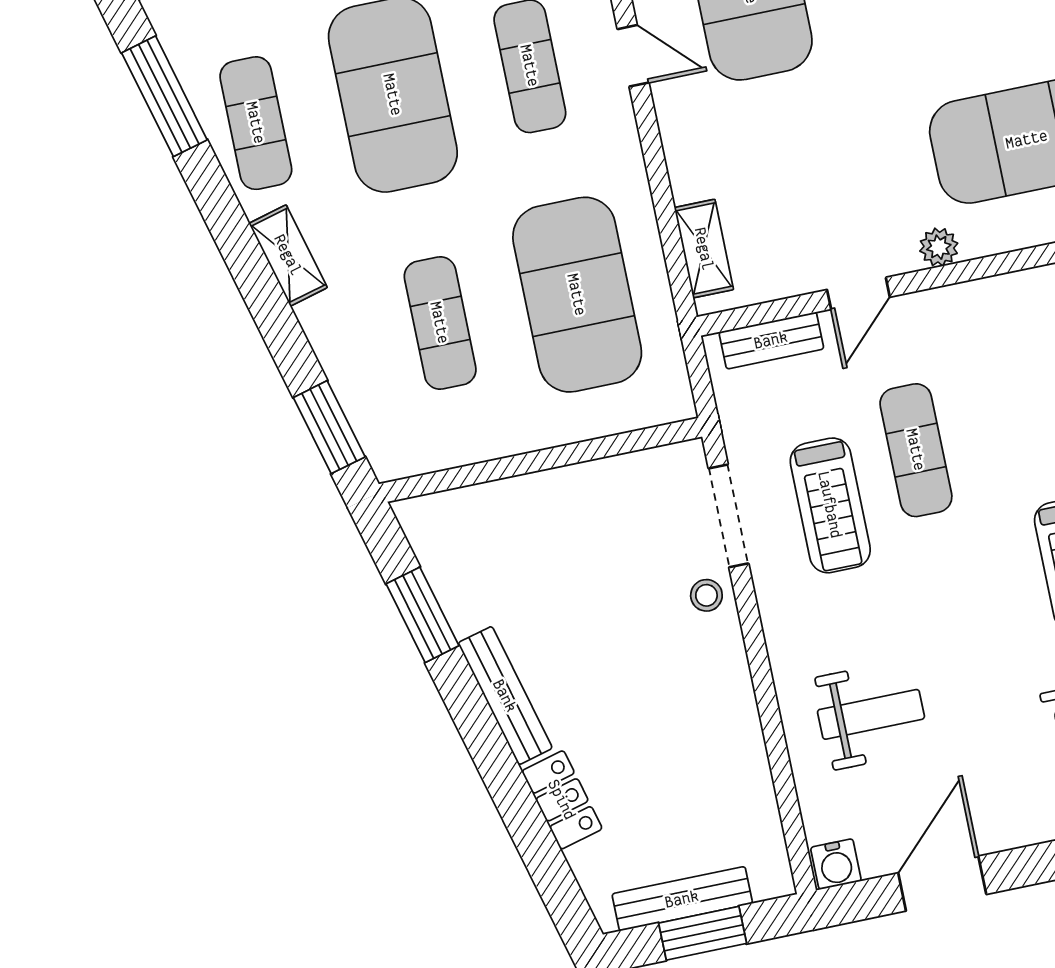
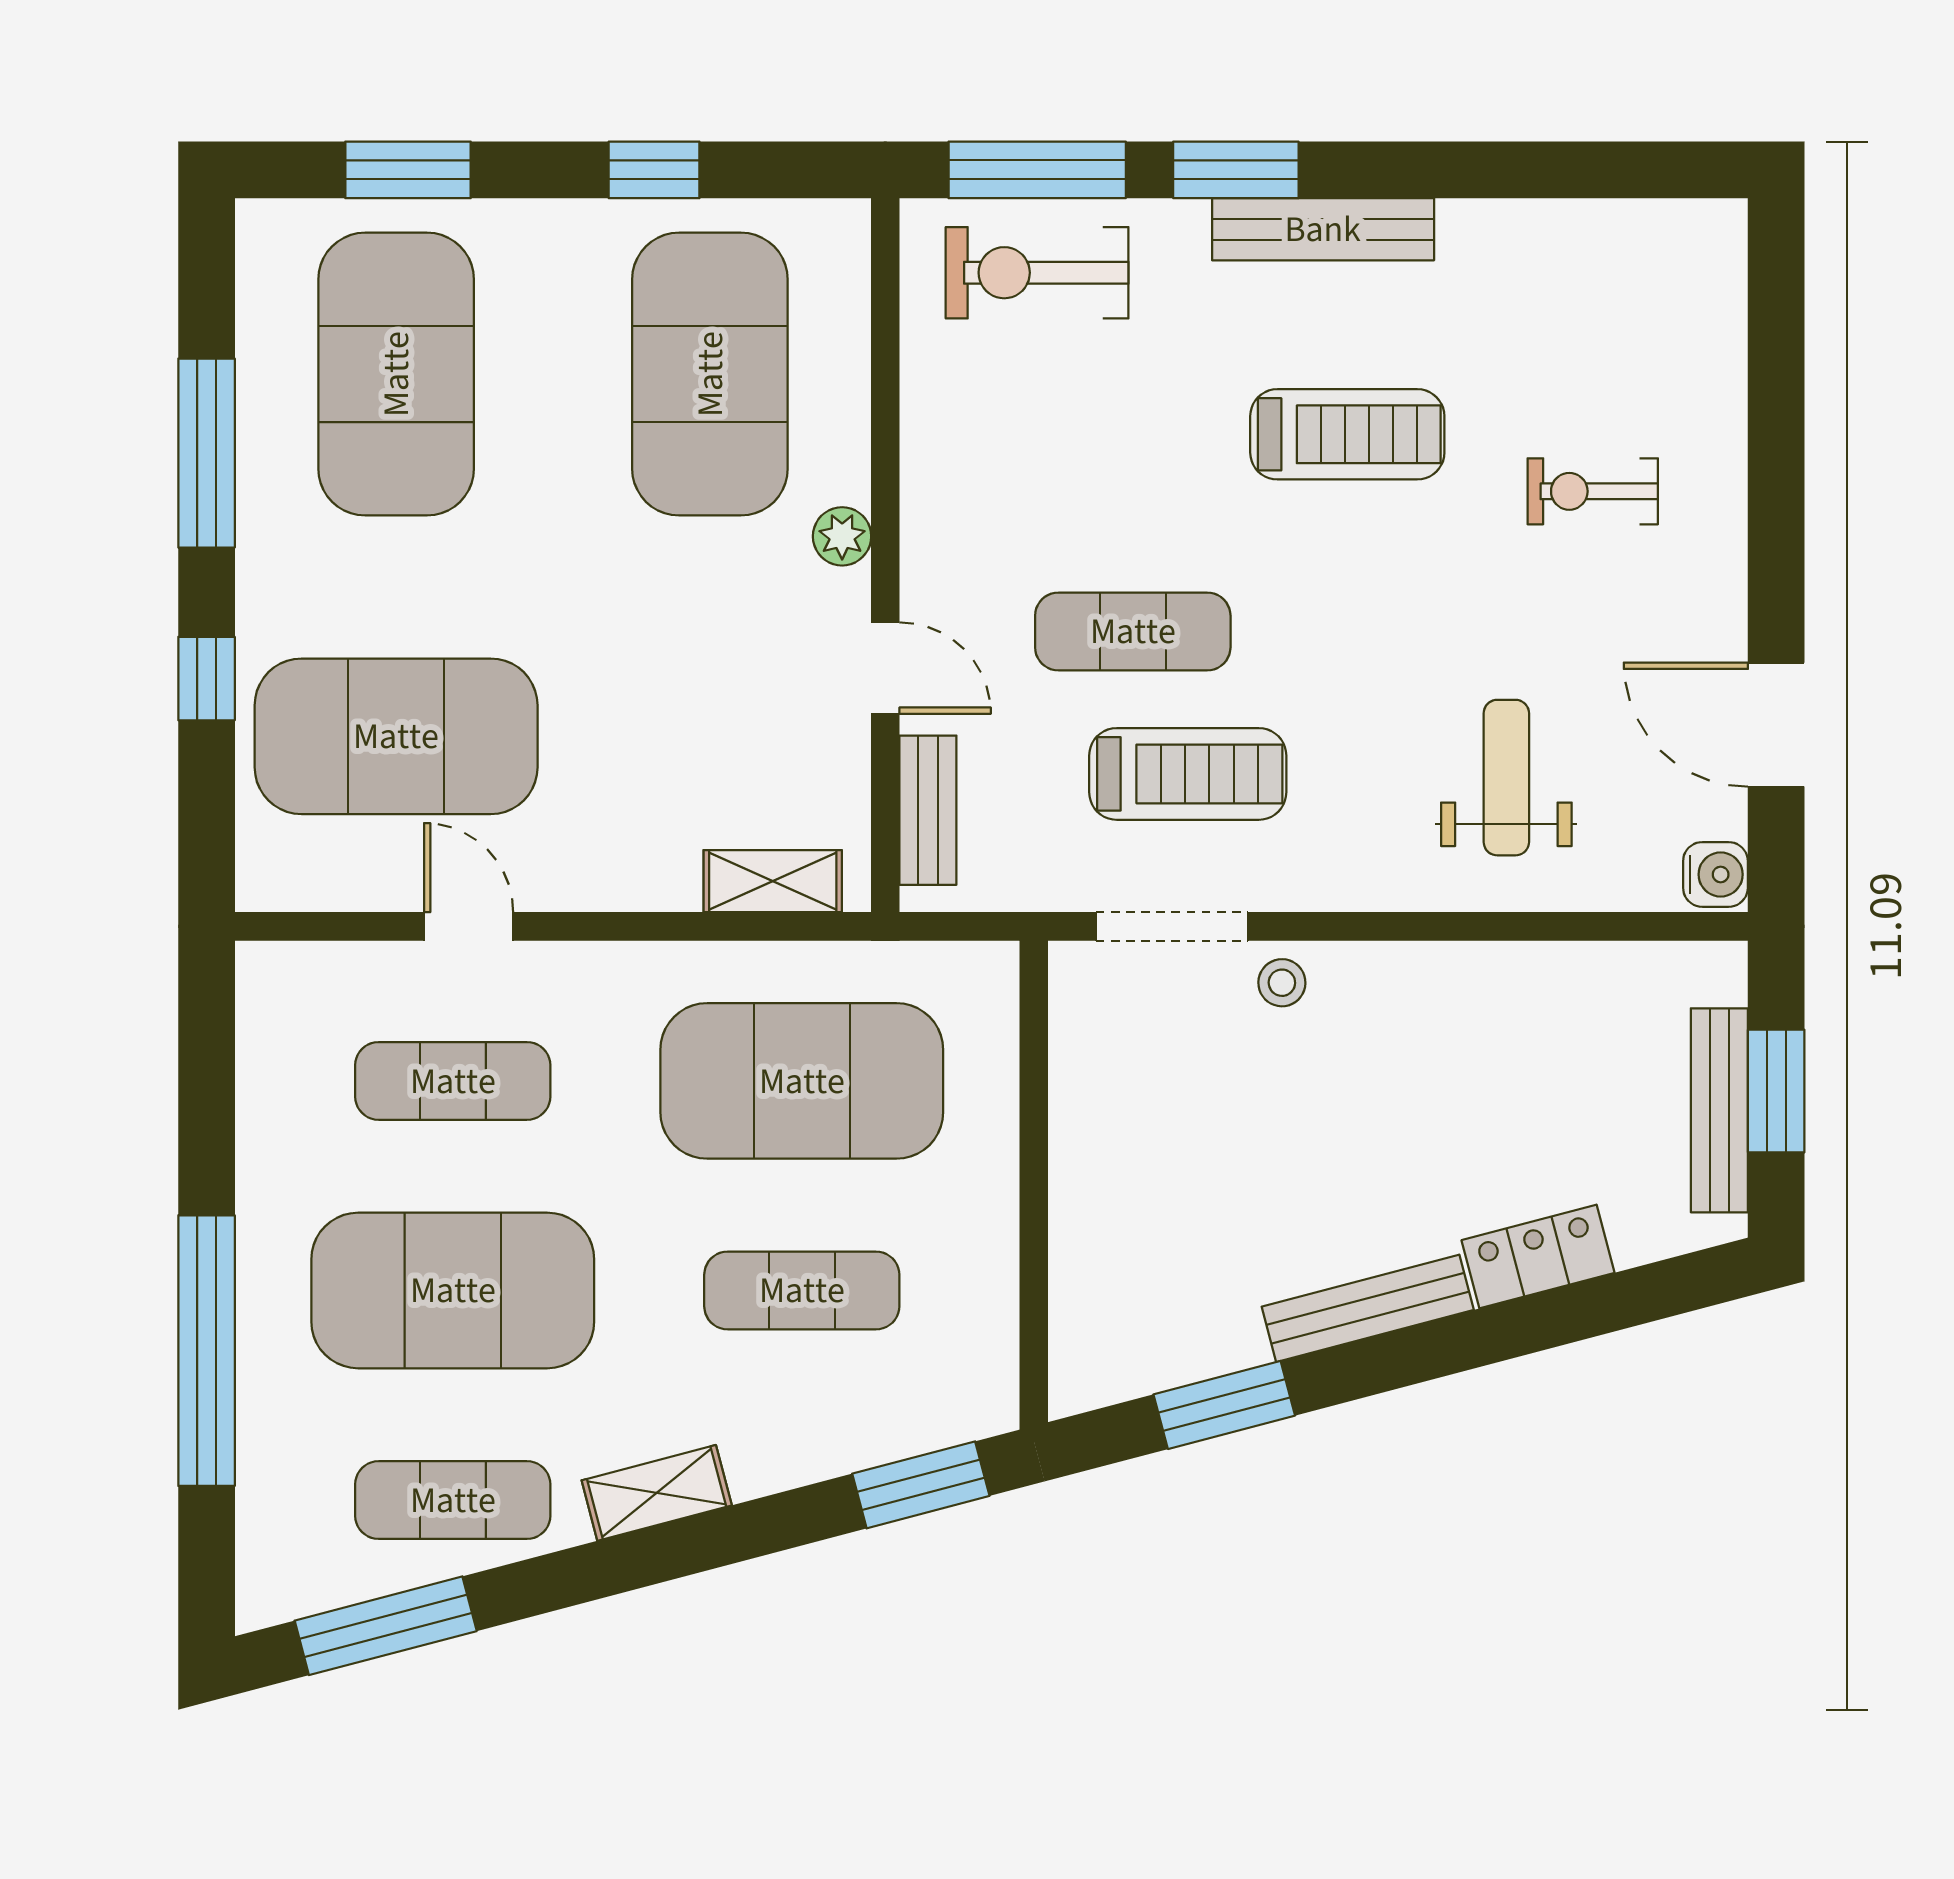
door: (633, 56) -> (469, 926), hinge flipped

